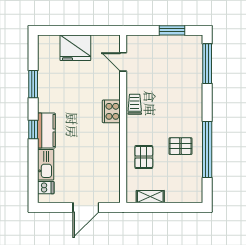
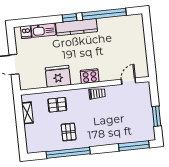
fridge: (75, 48) -> (58, 76), moved, turned 90
window: (33, 84) -> (104, 14), width x2.11
kitchen counter: (46, 131) -> (76, 27), width x1.50

